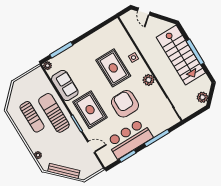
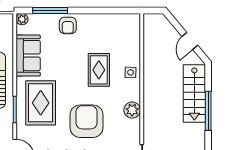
door: (144, 11) -> (190, 41), moved
armchair: (78, 52) -> (68, 25), added
stairs: (181, 55) -> (194, 93), width x0.73, depth x0.66
rug: (113, 68) -> (99, 70), width x0.73, depth x0.70

